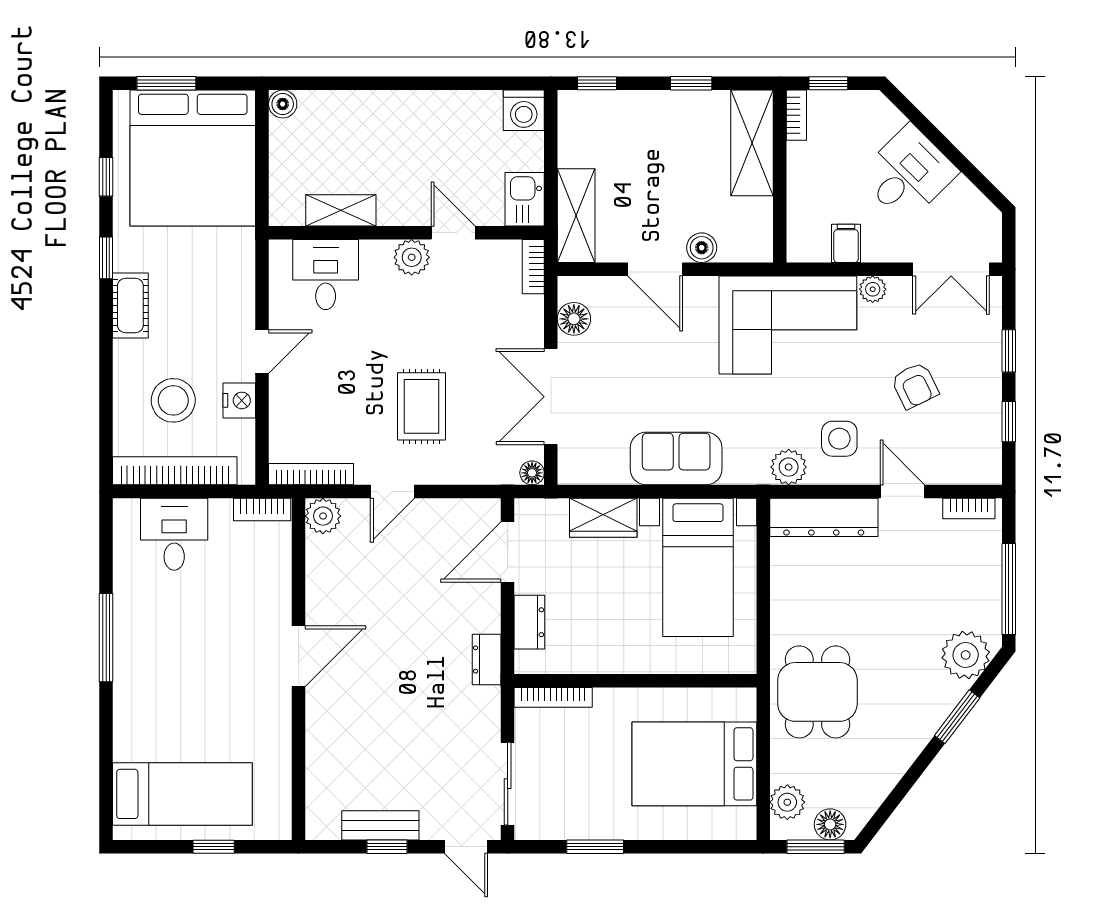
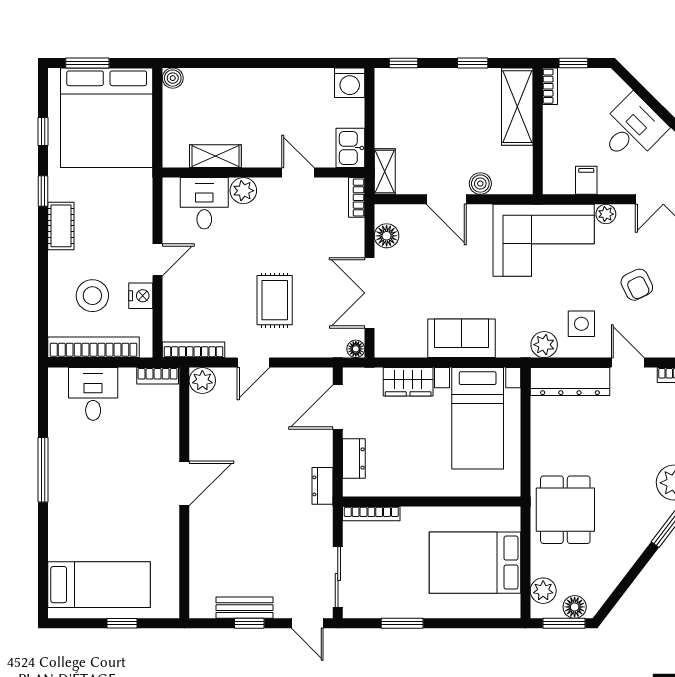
shelving: (576, 216) -> (385, 171), width x0.67, depth x0.75
plant: (412, 257) -> (243, 191), moved

